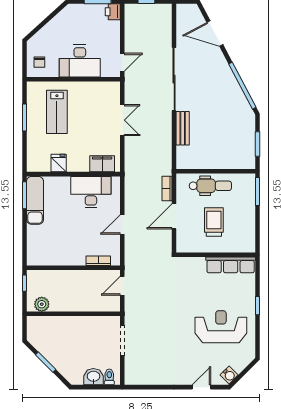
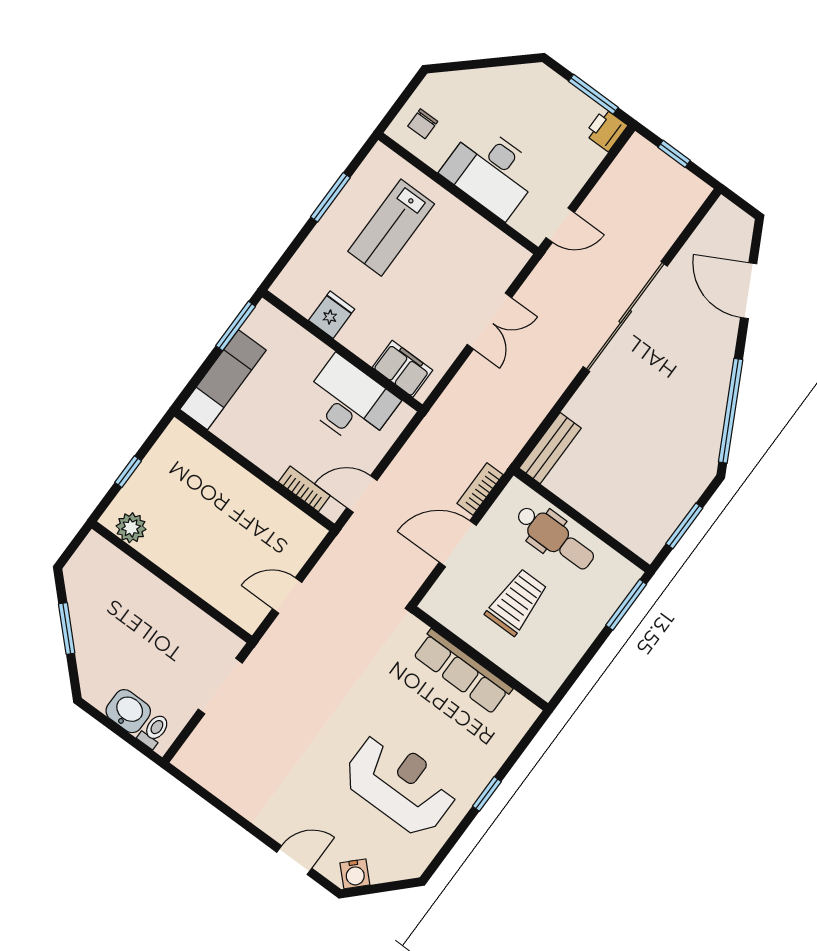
bench: (183, 128) -> (550, 448), moved
exam couch: (35, 200) -> (223, 380), moved
bookcase: (98, 261) -> (304, 489), moved
row of seats: (231, 265) -> (462, 672), moved
wall: (73, 268) -> (254, 470), moved

